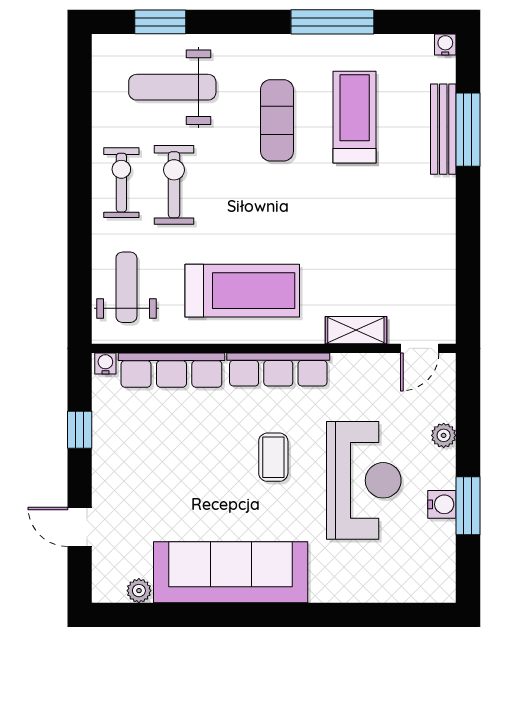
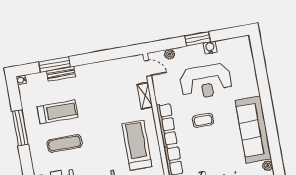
treadmill: (355, 117) -> (58, 112), turned 180
bench: (443, 129) -> (61, 74), width x0.73
plant: (444, 435) -> (170, 54), moved
reception desk: (364, 480) -> (206, 81), turned 180
window: (468, 506) -> (198, 39), moved

